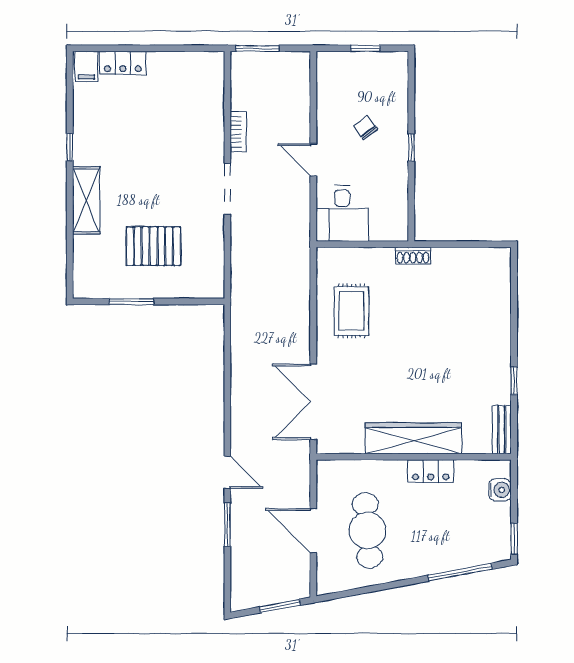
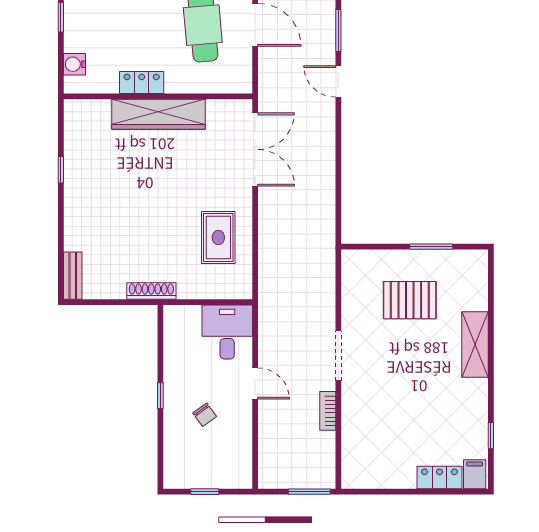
window: (70, 147) -> (491, 436), moved
shoe rack: (413, 256) -> (151, 291), width x1.43
bench: (502, 429) -> (73, 276), moved

